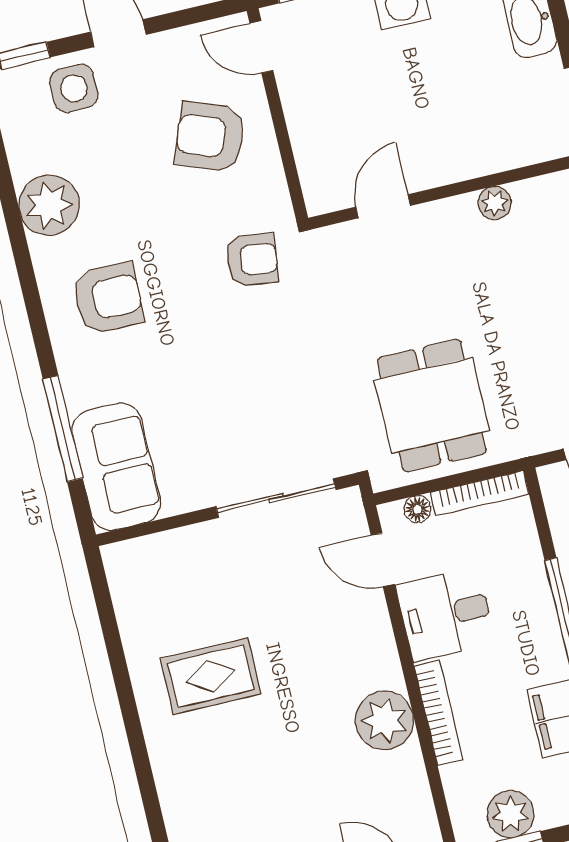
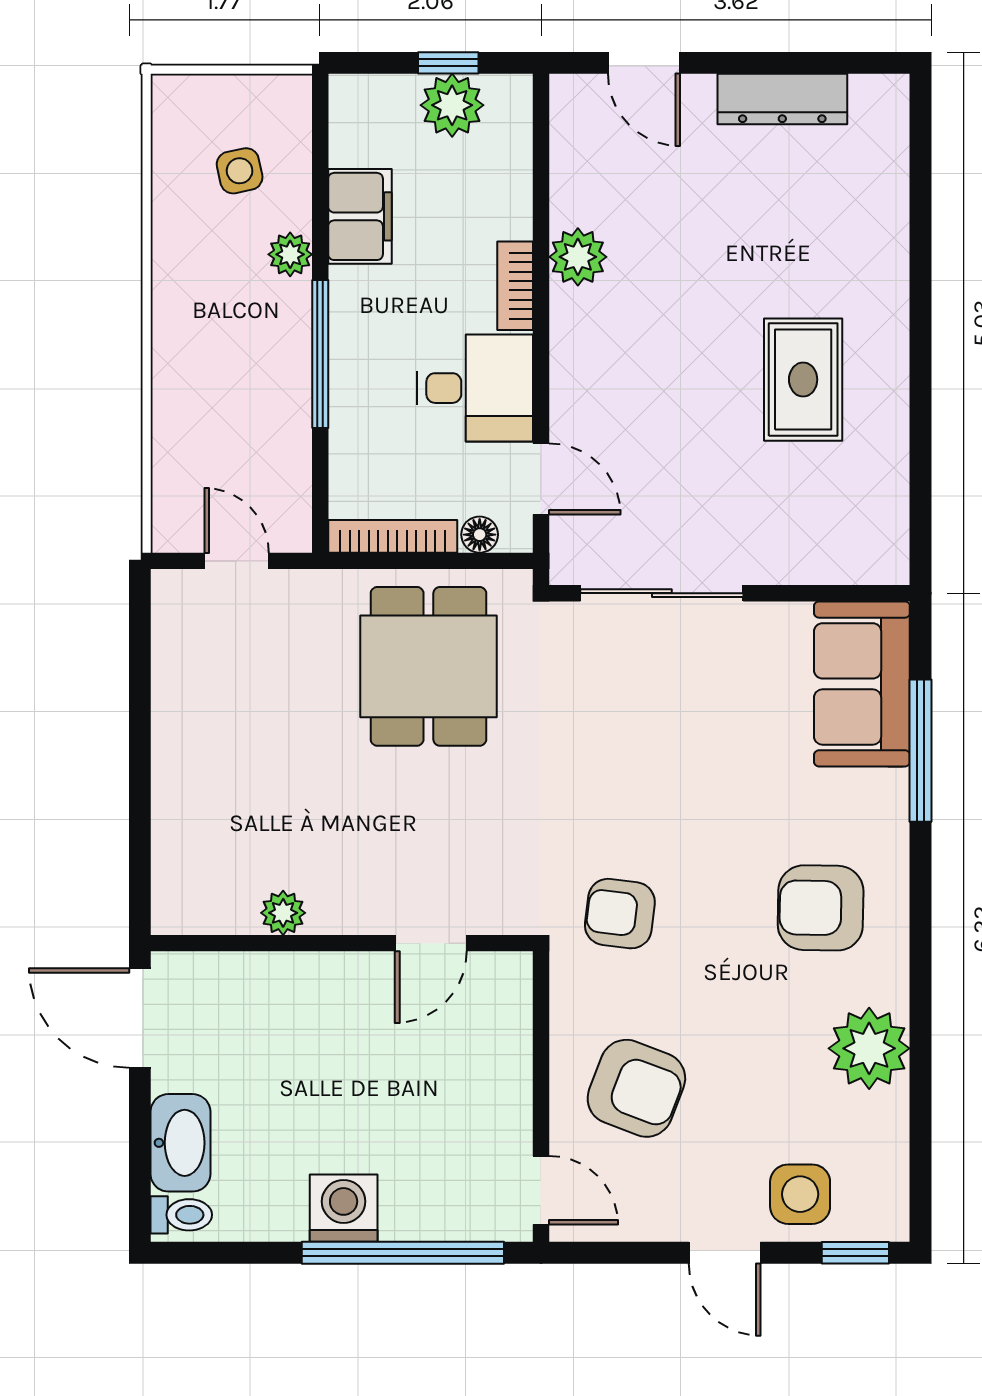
rug: (211, 676) -> (803, 380), turned 90
bookcase: (438, 713) -> (515, 286), width x0.64
plant: (385, 720) -> (578, 257), width x0.73, depth x0.73

